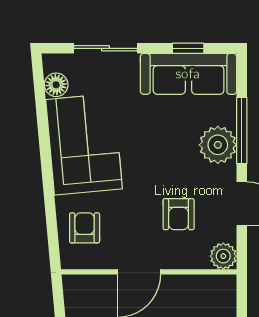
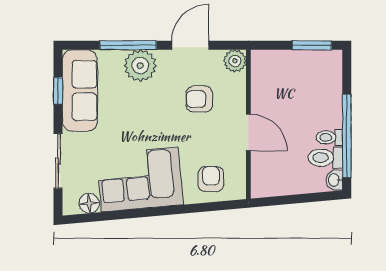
armchair: (179, 214) -> (199, 99), turned 180
armchair: (85, 228) -> (211, 179), turned 90

